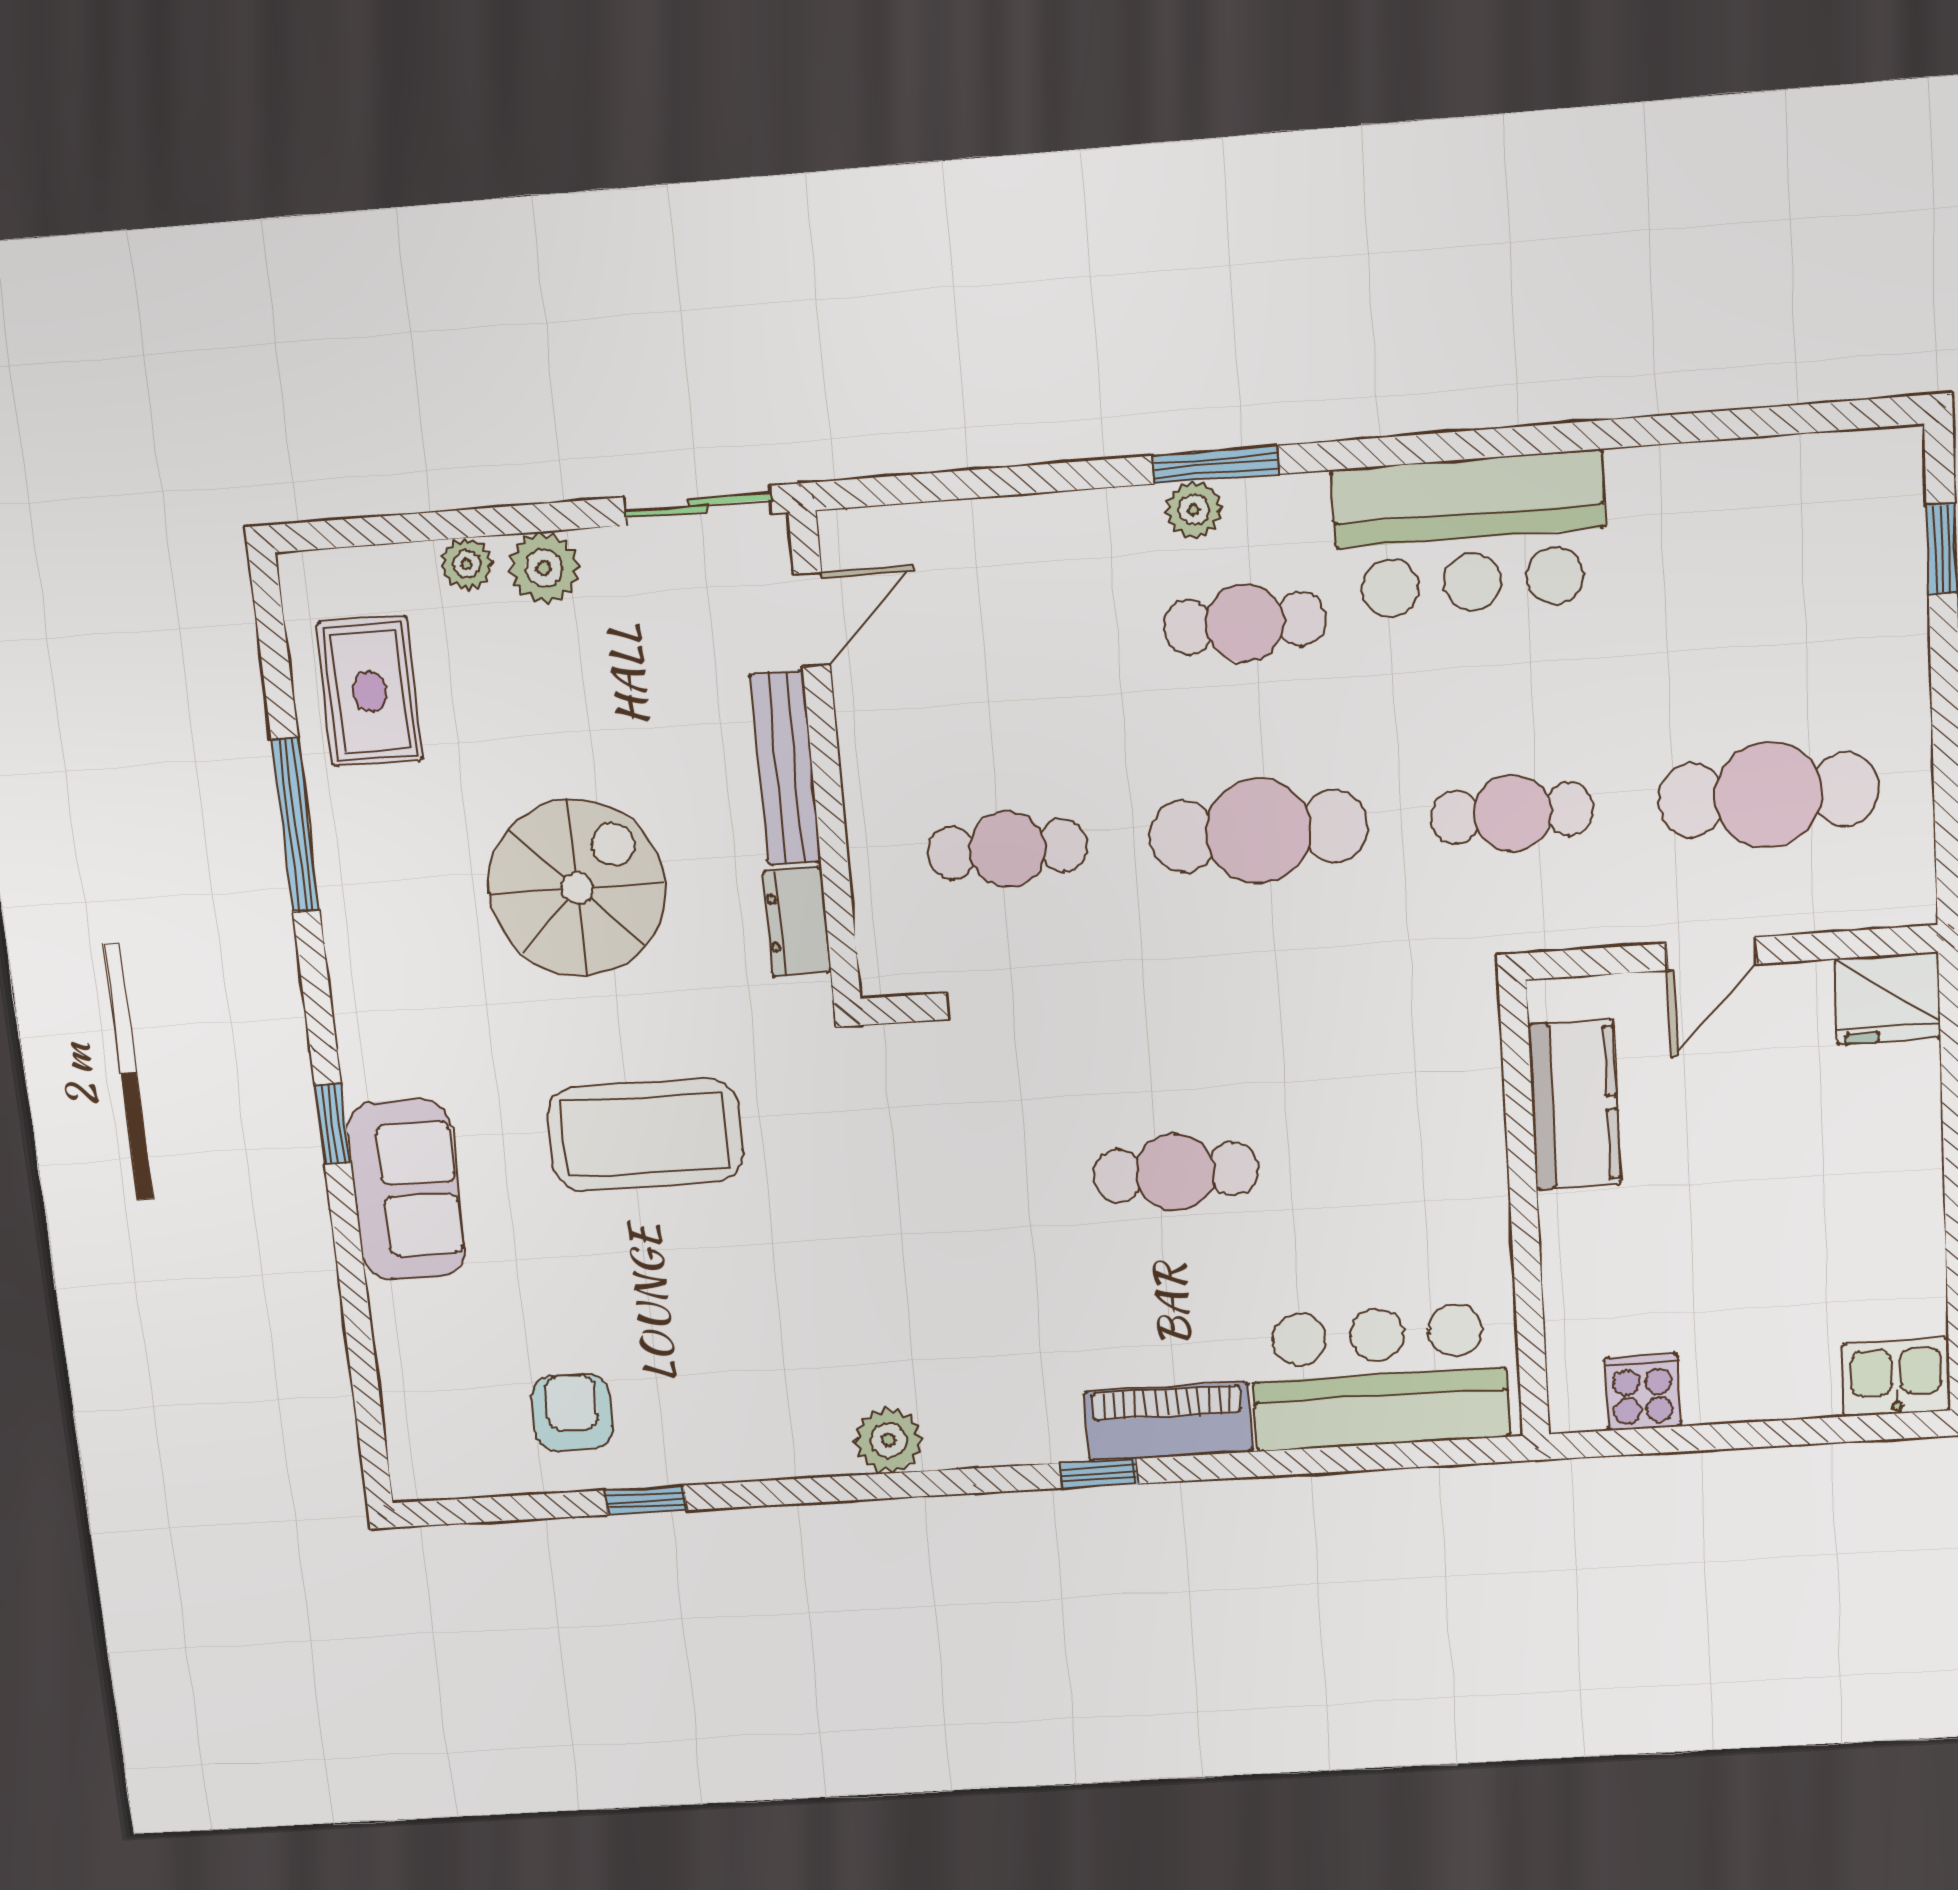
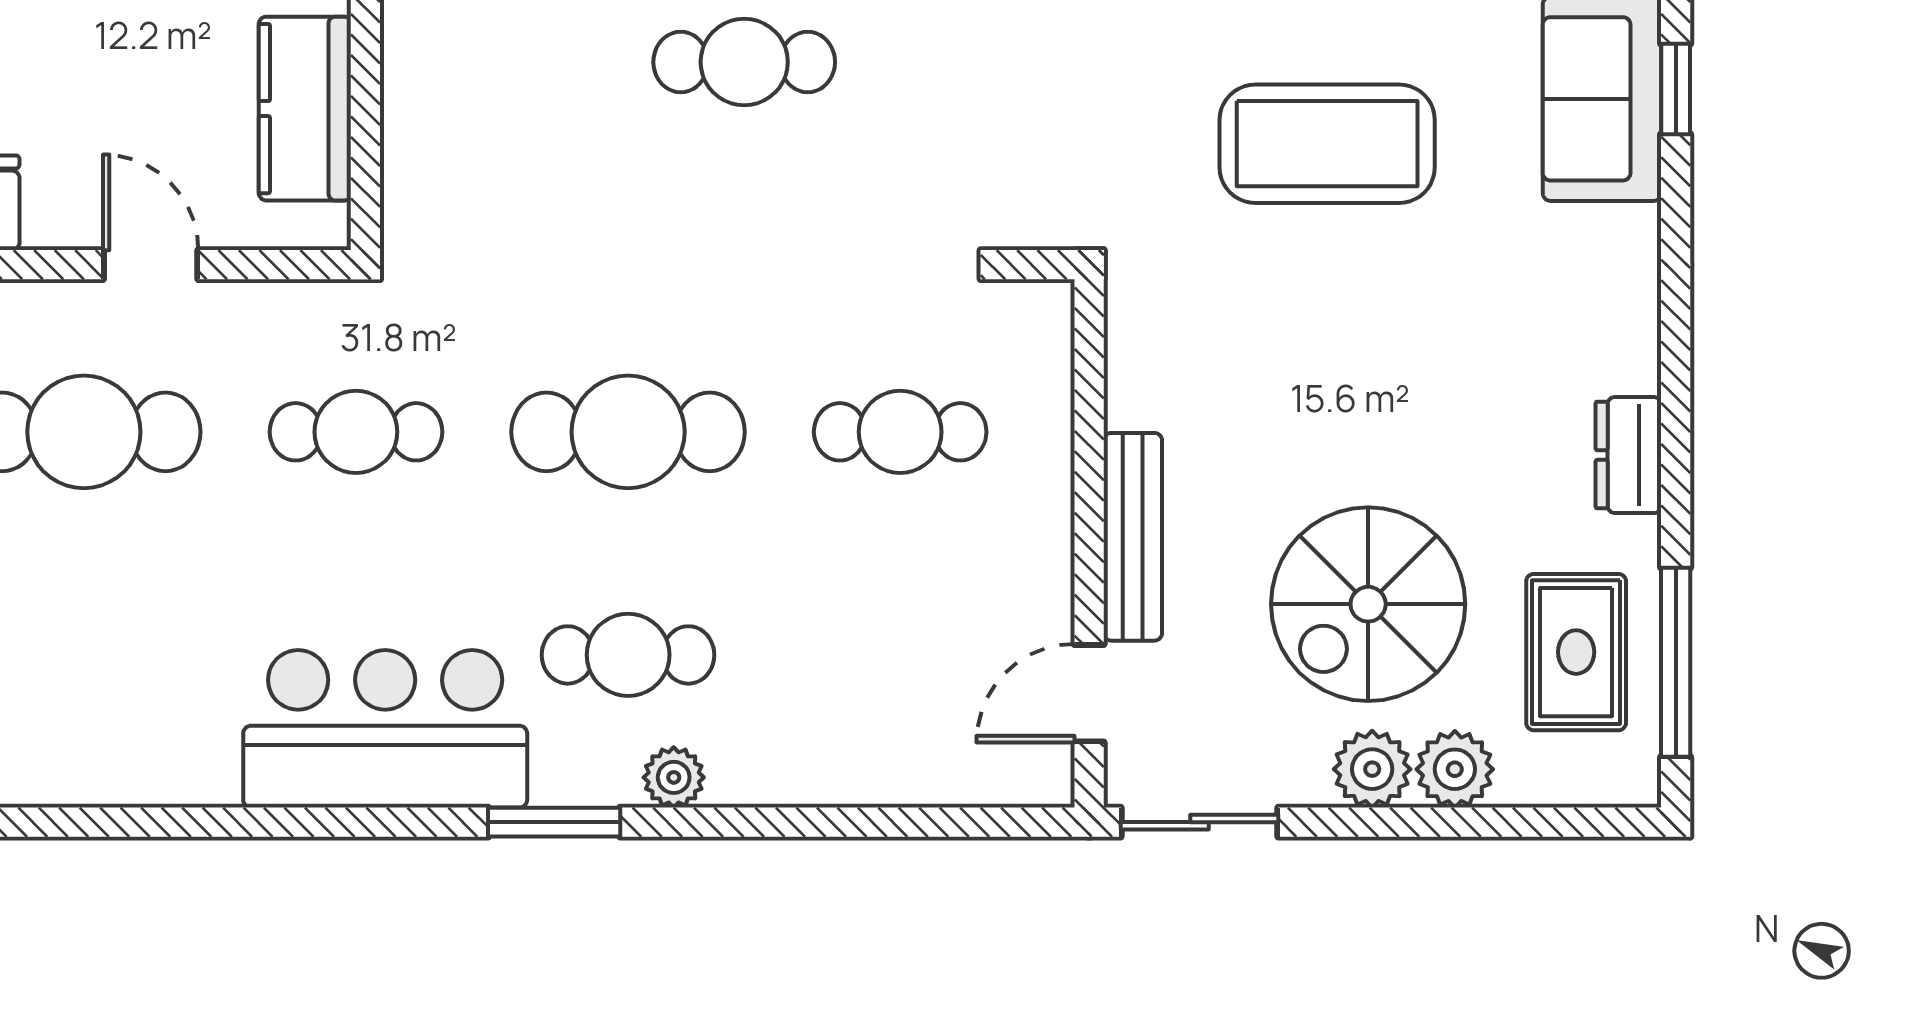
window: (1216, 465) -> (554, 822), moved
plant: (467, 564) -> (1455, 769), width x1.38, depth x1.38
window: (296, 825) -> (1676, 662), moved
spiral stairs: (577, 888) -> (1368, 604), moved
dresser: (797, 922) -> (1628, 455), moved, turned 180
door: (1711, 954) -> (151, 265), hinge flipped
window: (333, 1124) -> (1676, 89), moved

